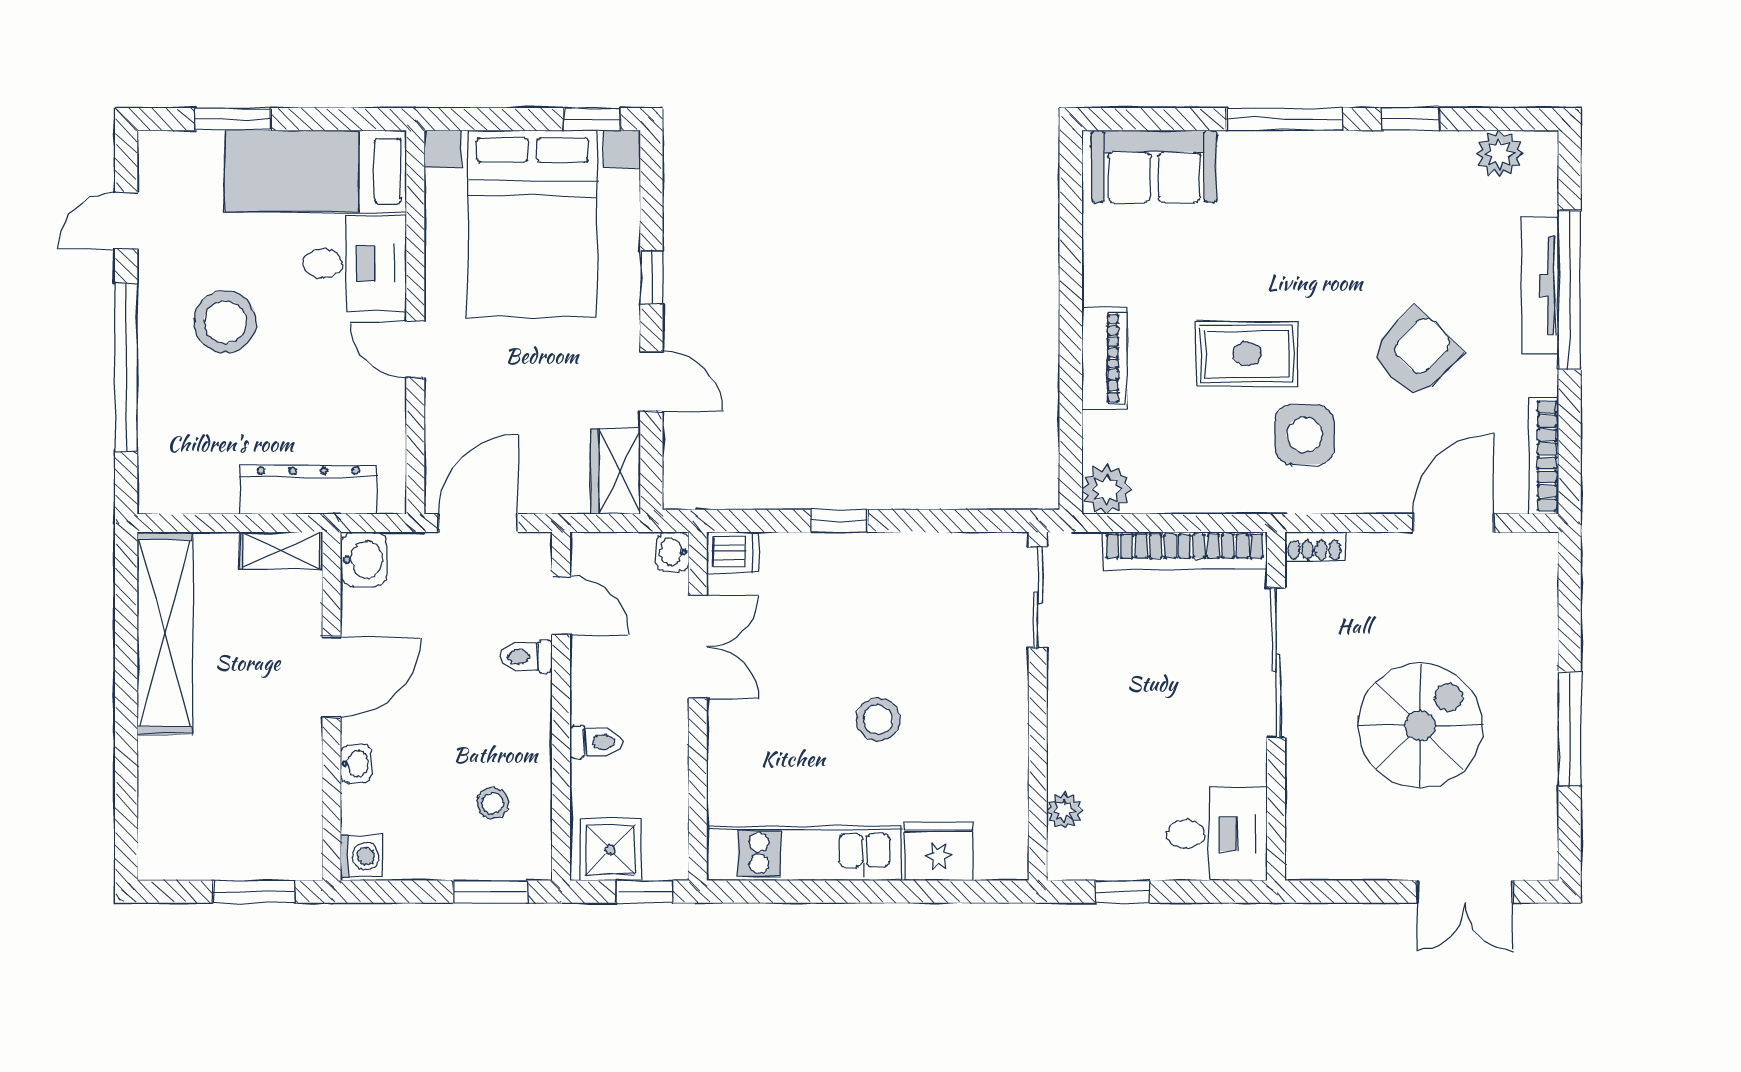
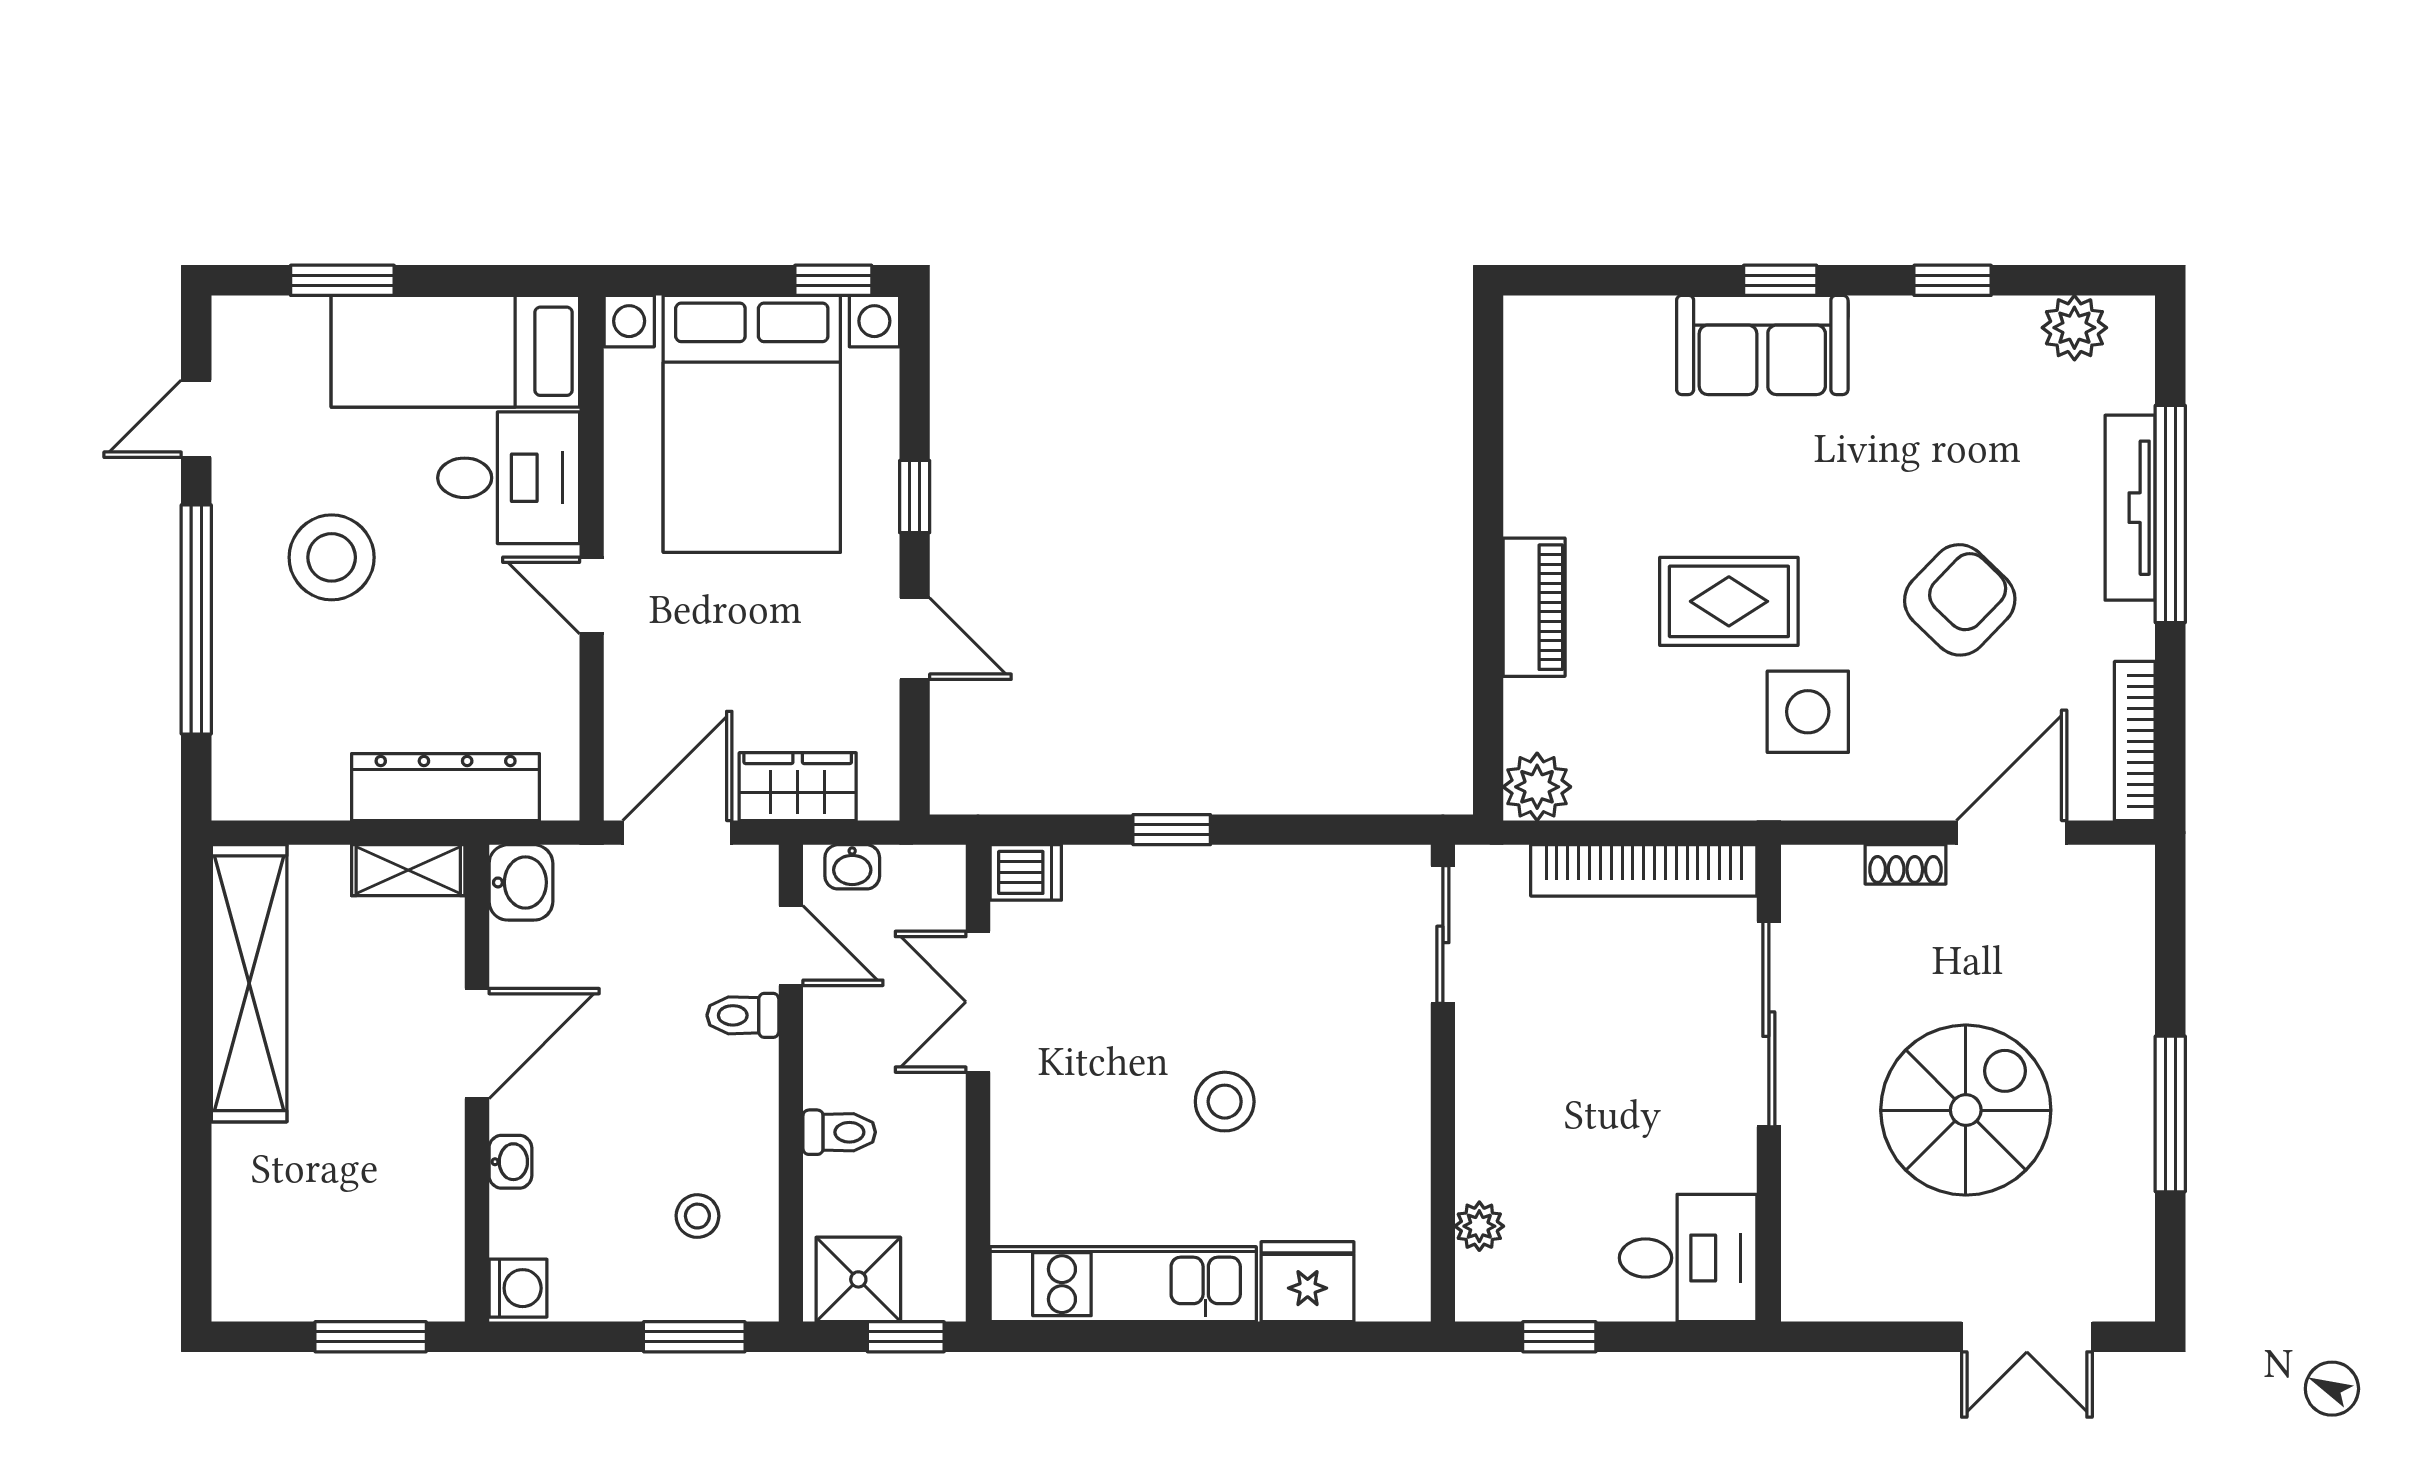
window: (1284, 119) -> (1780, 280), width x0.46
sofa: (1154, 166) -> (1762, 345), moved
wardrobe: (616, 471) -> (798, 787), moved, turned 90
shoe rack: (1314, 546) -> (1905, 864), moved
washbasin: (673, 552) -> (852, 867), moved, turned -90
double door: (698, 647) -> (978, 1002), swing flipped

